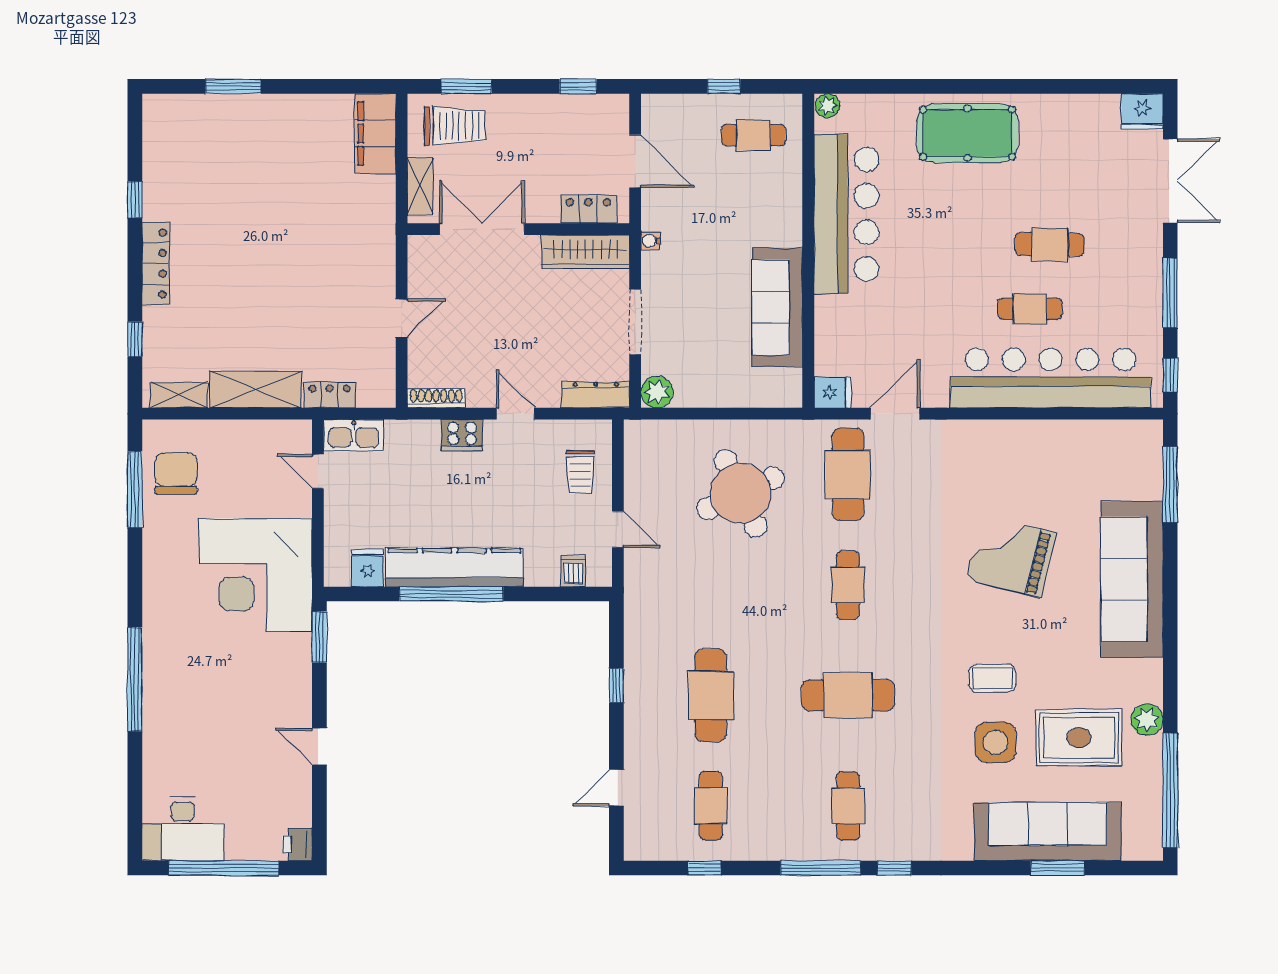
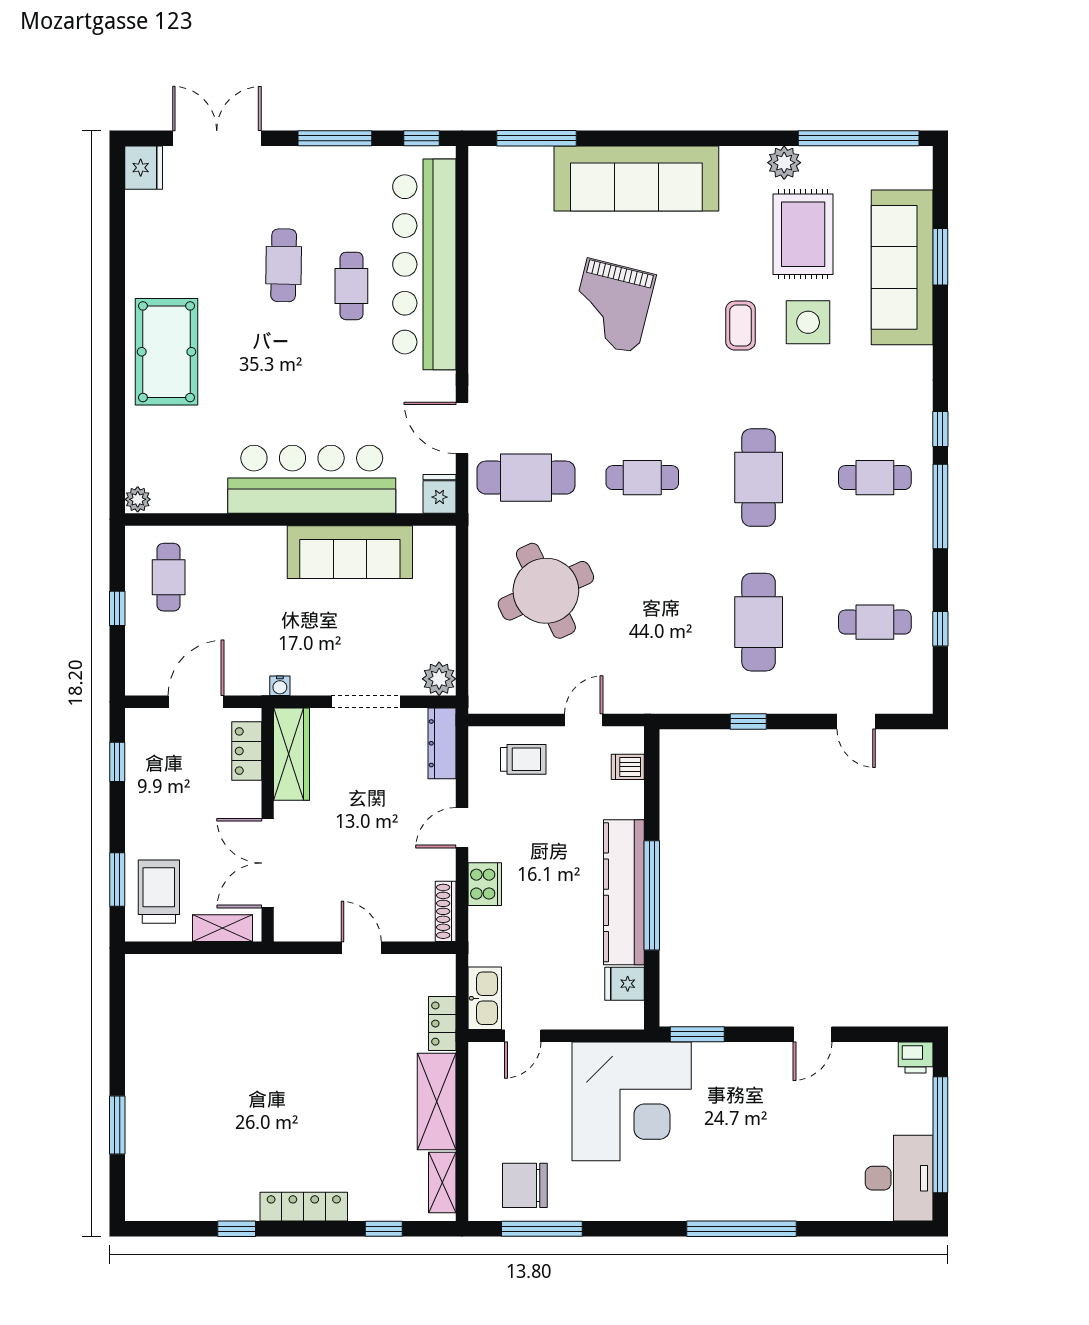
filing cabinet: (375, 133) -> (167, 976), removed
bar counter: (846, 214) -> (312, 479), moved
cafe table: (711, 695) -> (759, 622), turned 90

